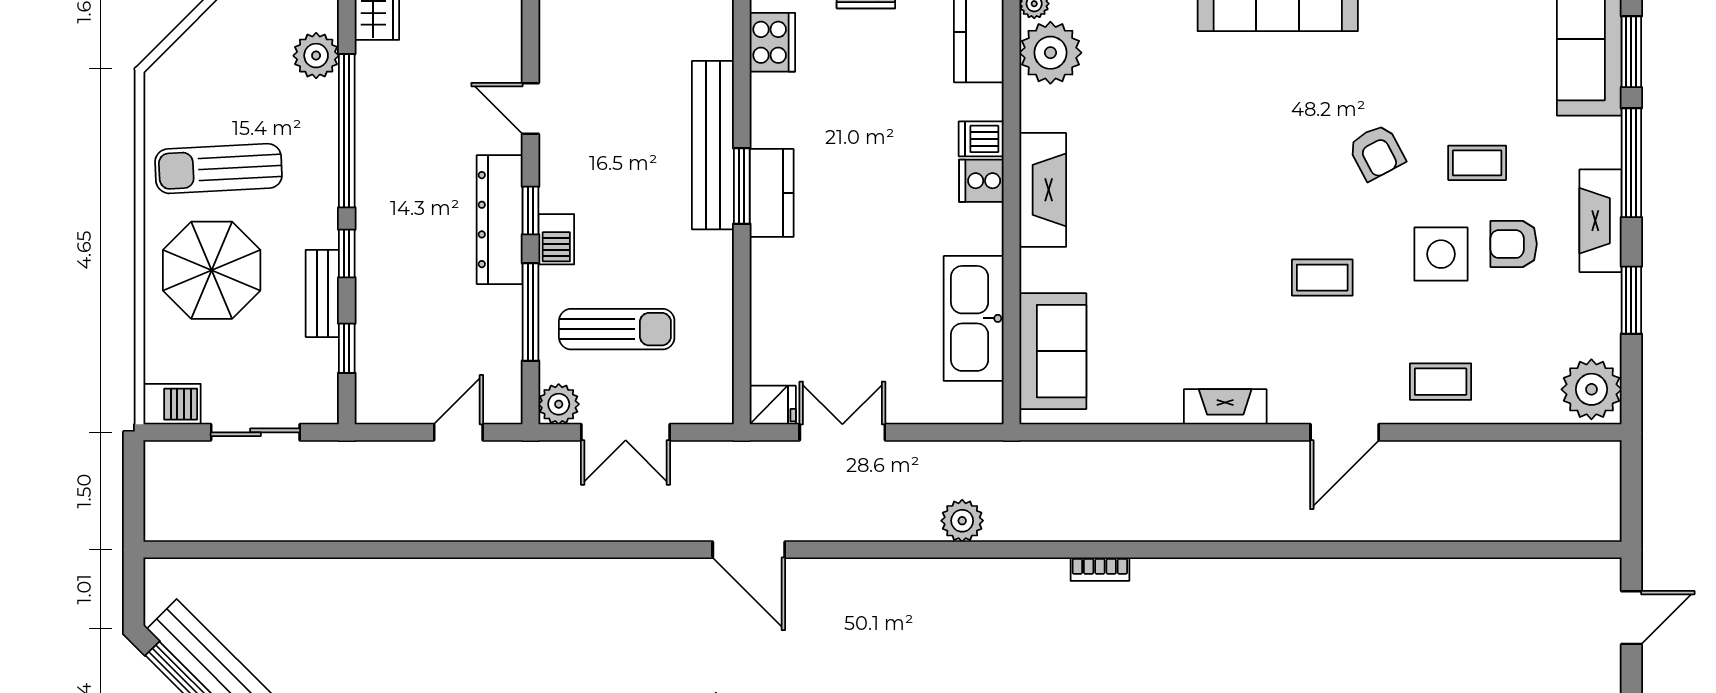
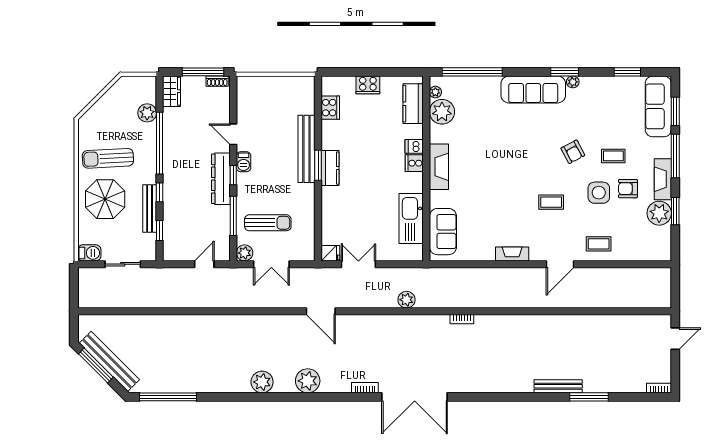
barbecue: (556, 239) -> (244, 162), moved
bench: (322, 293) -> (150, 208), width x1.36
plant: (1591, 389) -> (659, 213), moved

